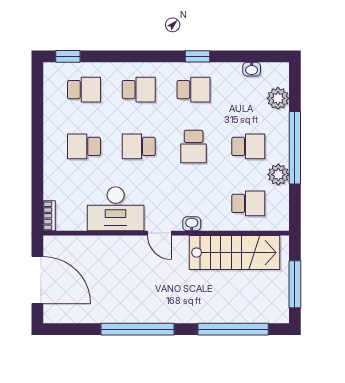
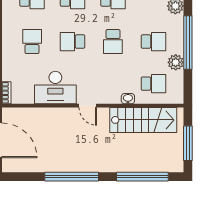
school desk: (84, 146) -> (32, 42), turned 90
washbasin: (192, 224) -> (128, 99), moved

